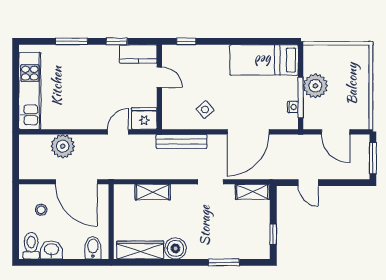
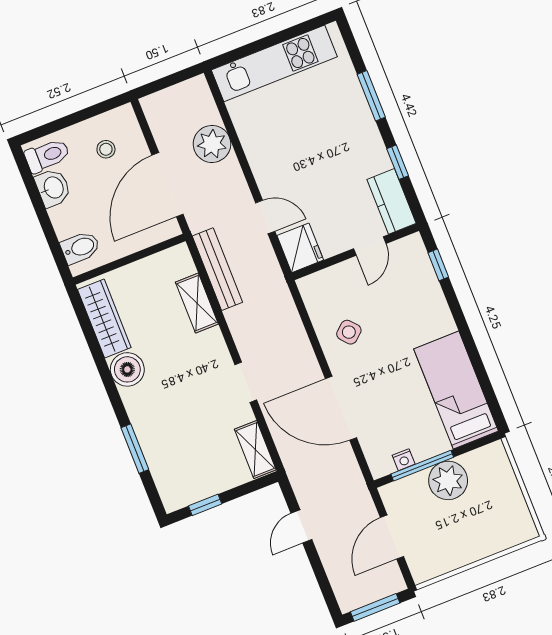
bench: (181, 141) -> (217, 269), moved

